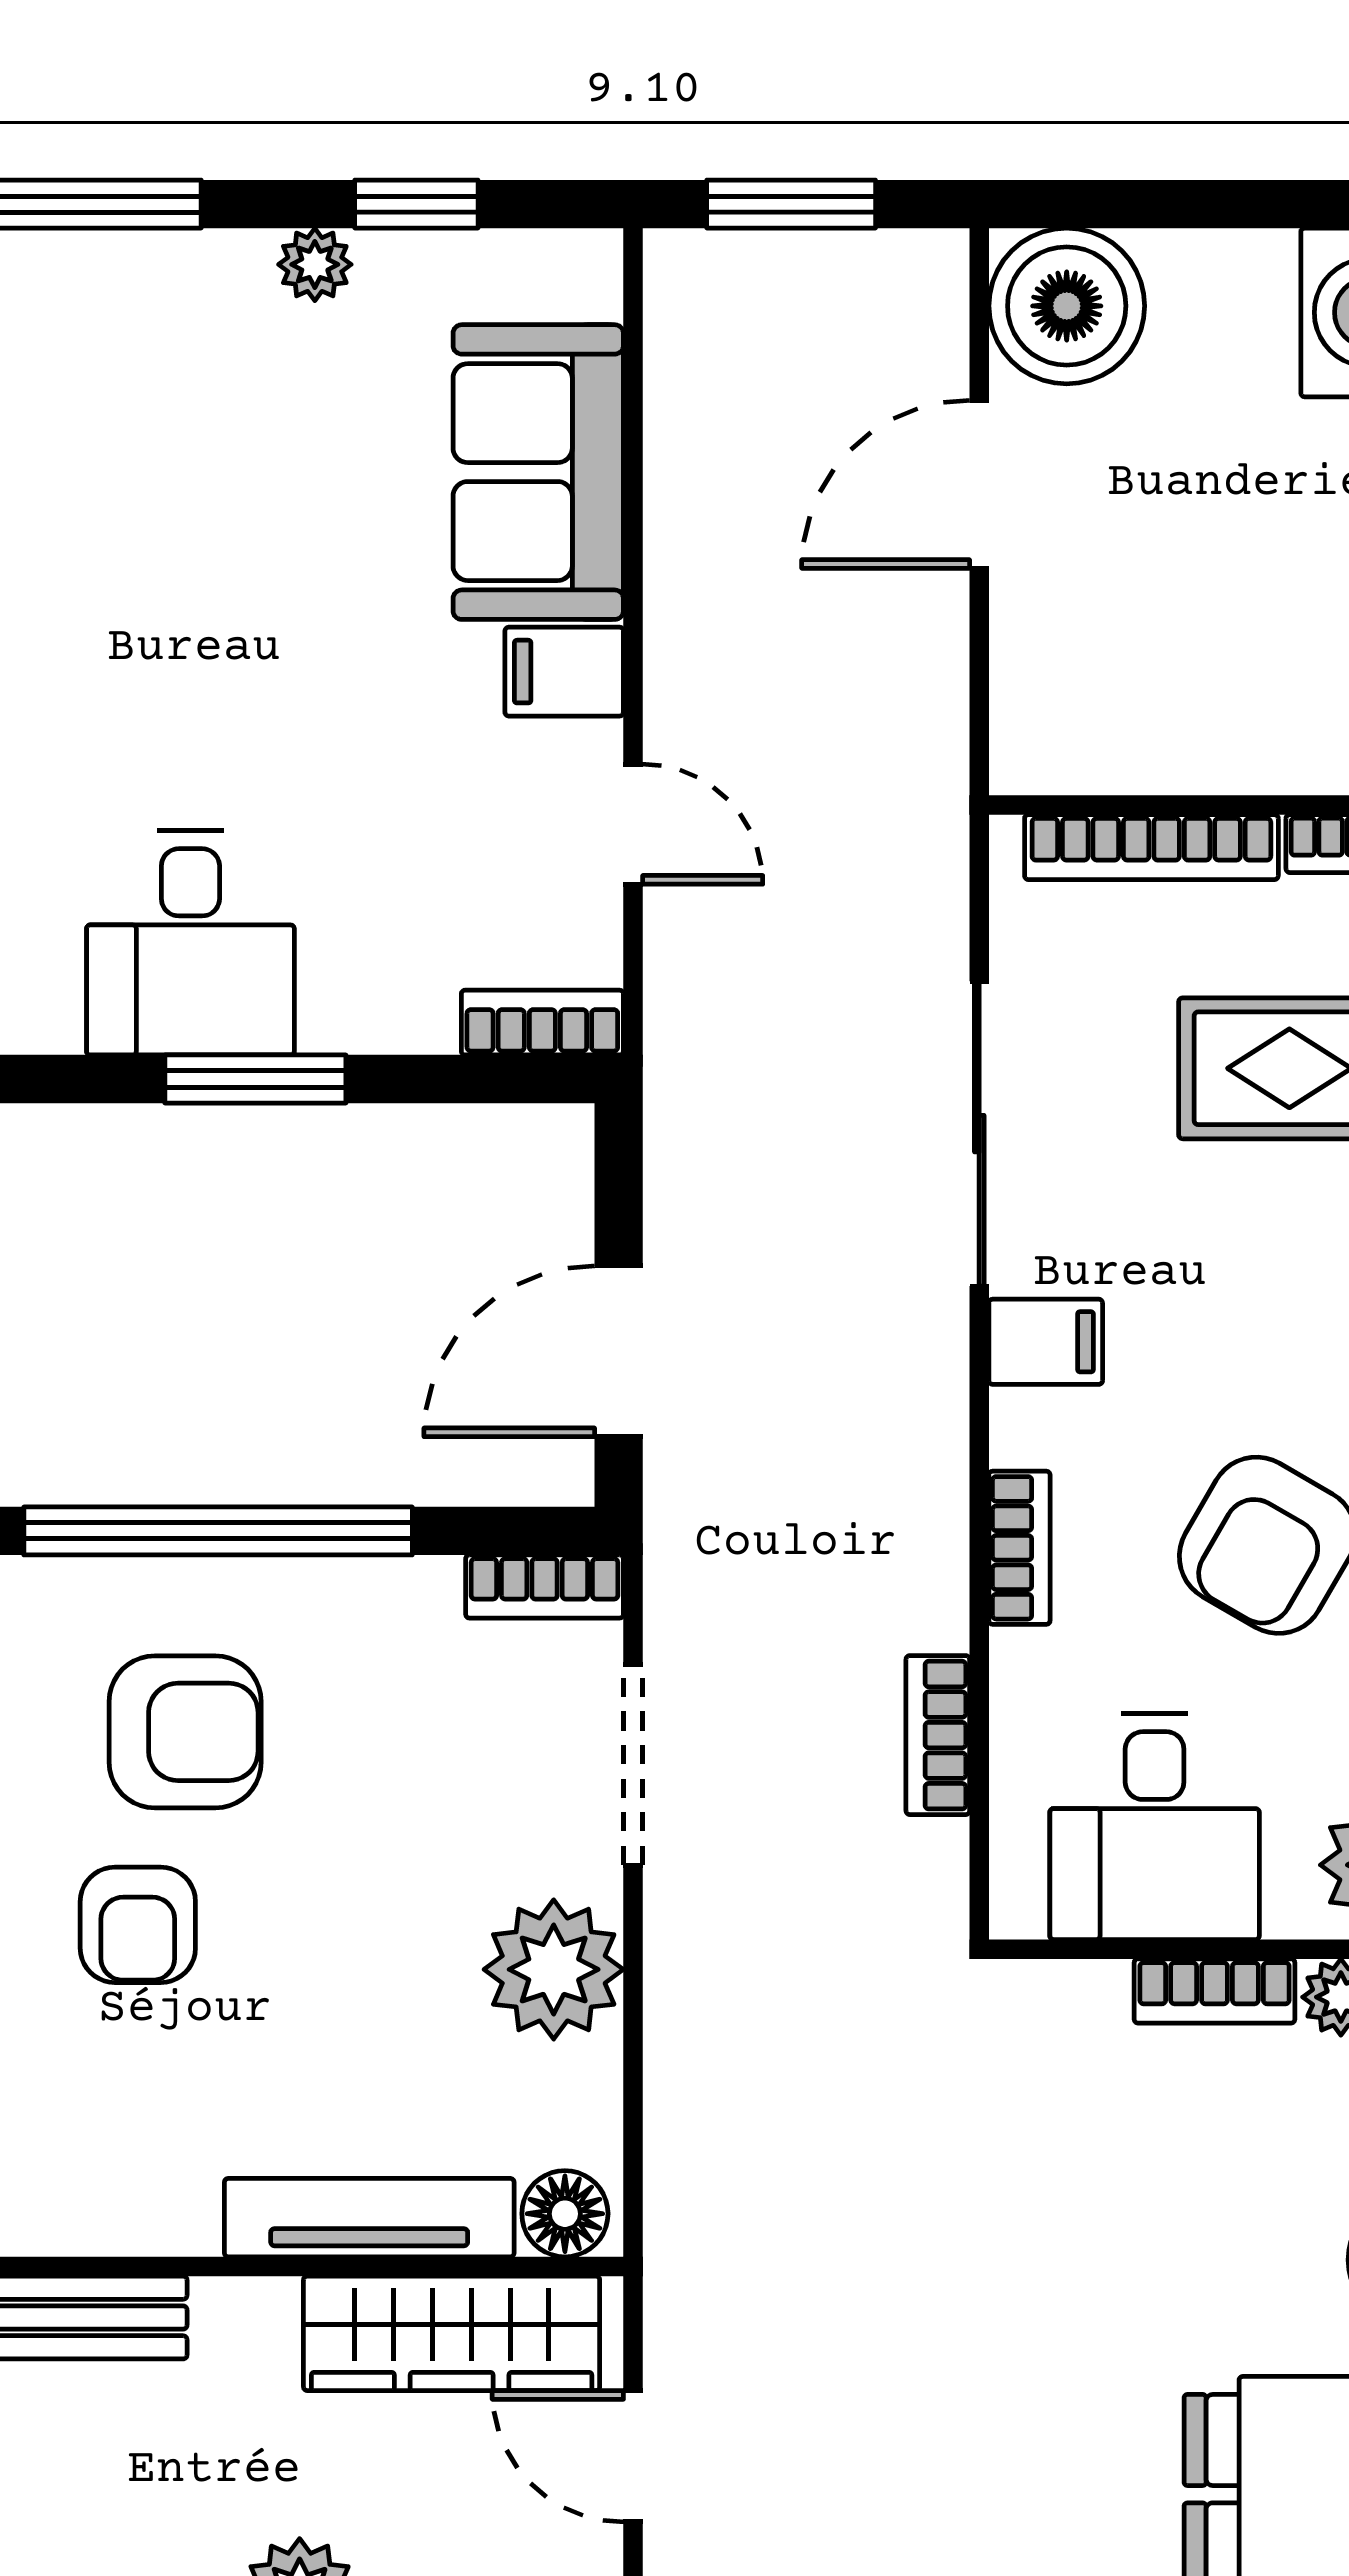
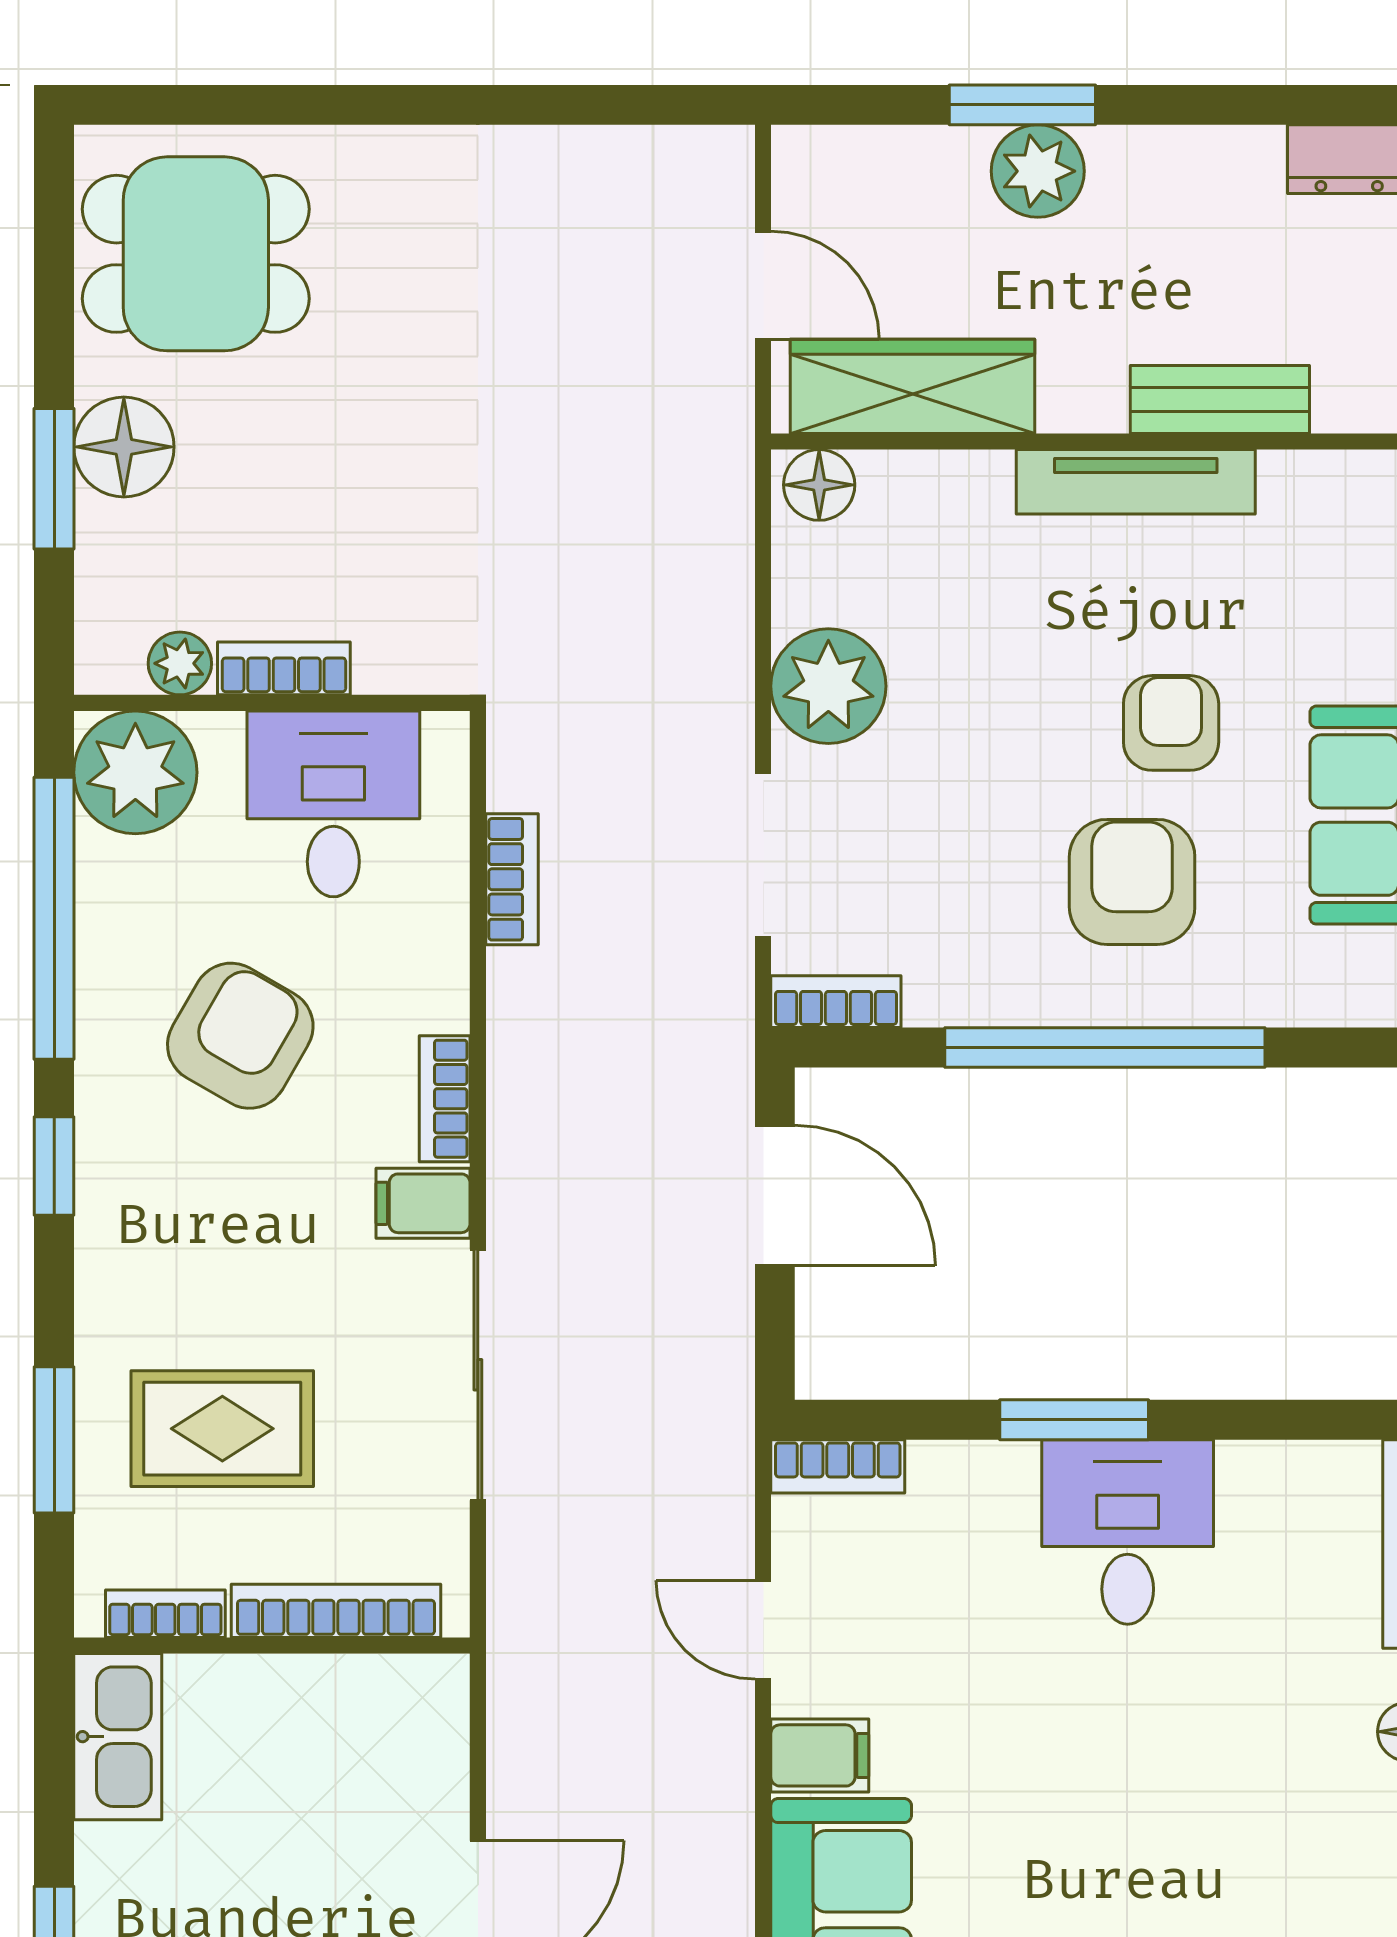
door: (619, 1351) -> (775, 1195), hinge flipped
bookcase: (1019, 1548) -> (445, 1099), moved
armchair: (185, 1732) -> (1132, 882), turned 90
tv unit: (369, 2218) -> (1136, 482), moved

